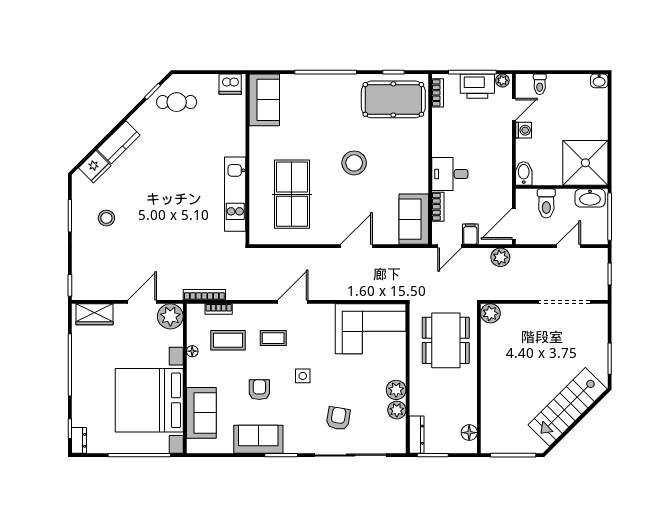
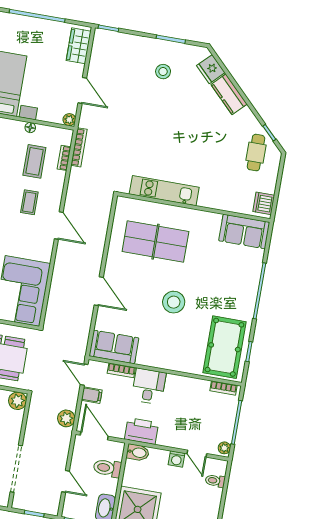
printer: (477, 86) -> (141, 431), moved, turned 90
plant: (170, 316) -> (69, 120), width x0.53, depth x0.53

